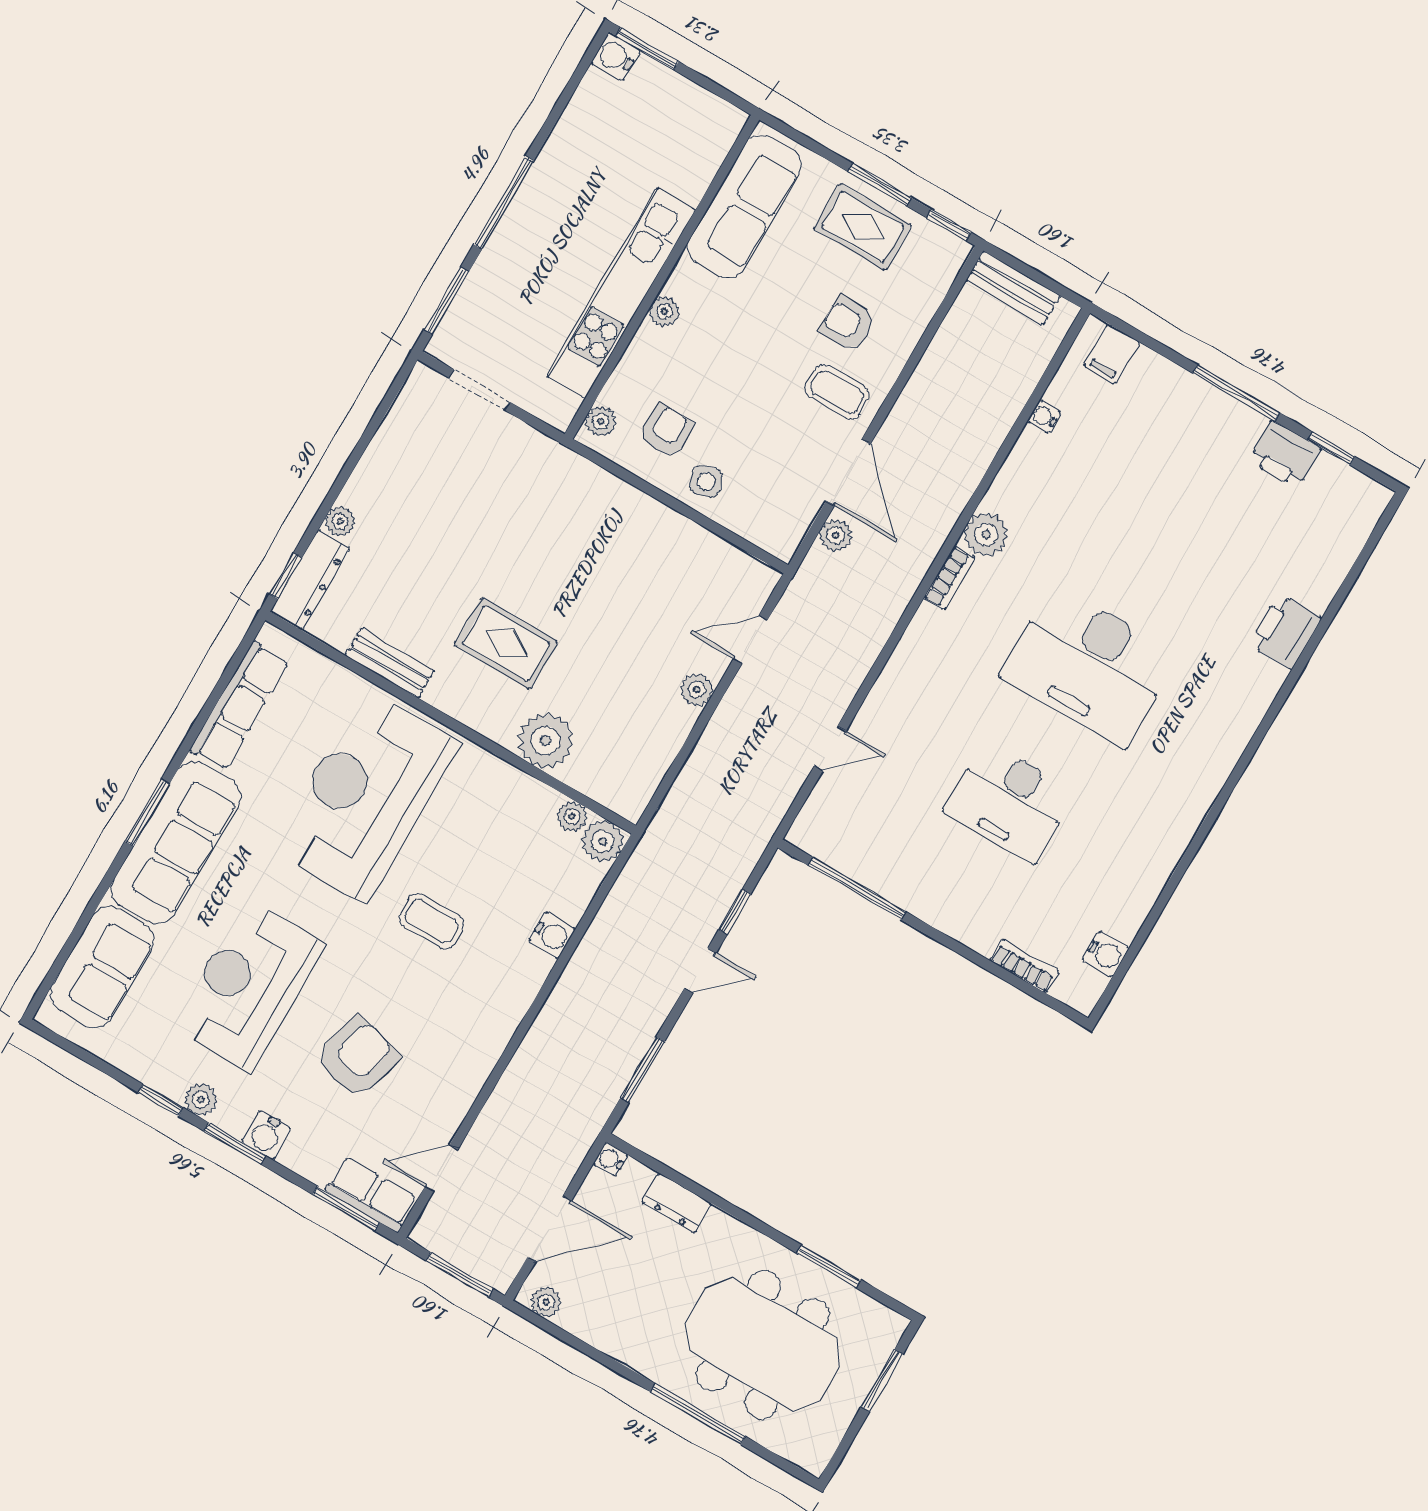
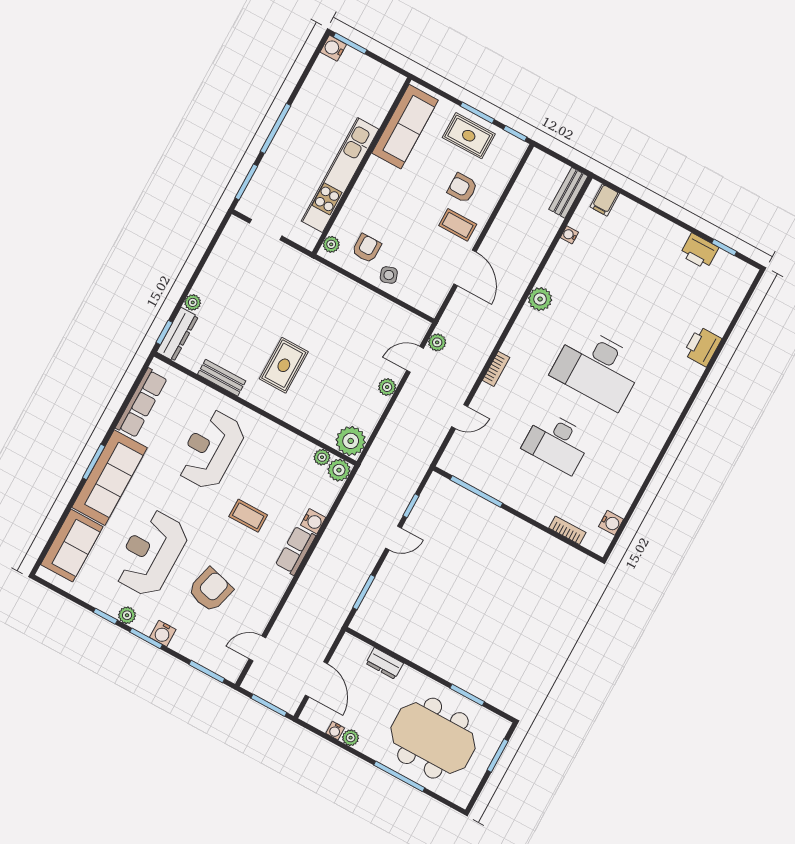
bench: (1013, 288) -> (568, 193), moved, turned 90
plant: (664, 312) -> (364, 184), removed
window: (1236, 393) -> (672, 219), removed
plant: (836, 535) -> (437, 342), moved
bookcase: (949, 578) -> (496, 369), moved
rug: (506, 643) -> (284, 365), turned 90
plant: (546, 741) -> (351, 441), moved
reception desk: (365, 796) -> (211, 450), width x0.74, depth x0.77
water cooler: (611, 1159) -> (335, 731), moved, turned -90
row of seats: (371, 1194) -> (295, 550), moved, turned -90
door: (549, 1229) -> (316, 679), hinge flipped
plant: (546, 1302) -> (351, 738), moved

